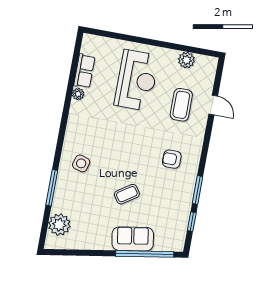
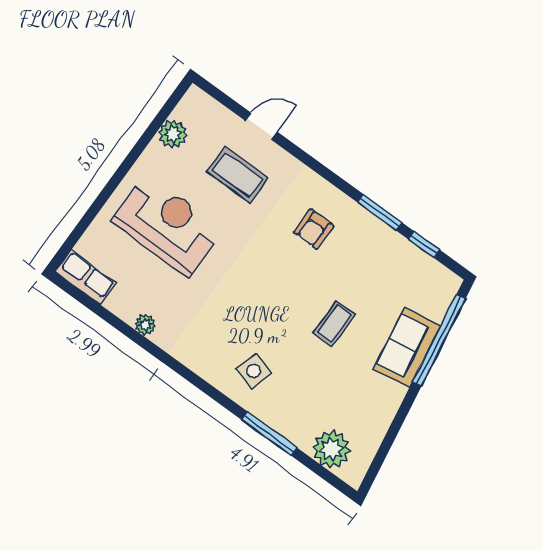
row of seats: (84, 71) -> (86, 278), moved
coffee table: (127, 194) -> (334, 324), turned 34

